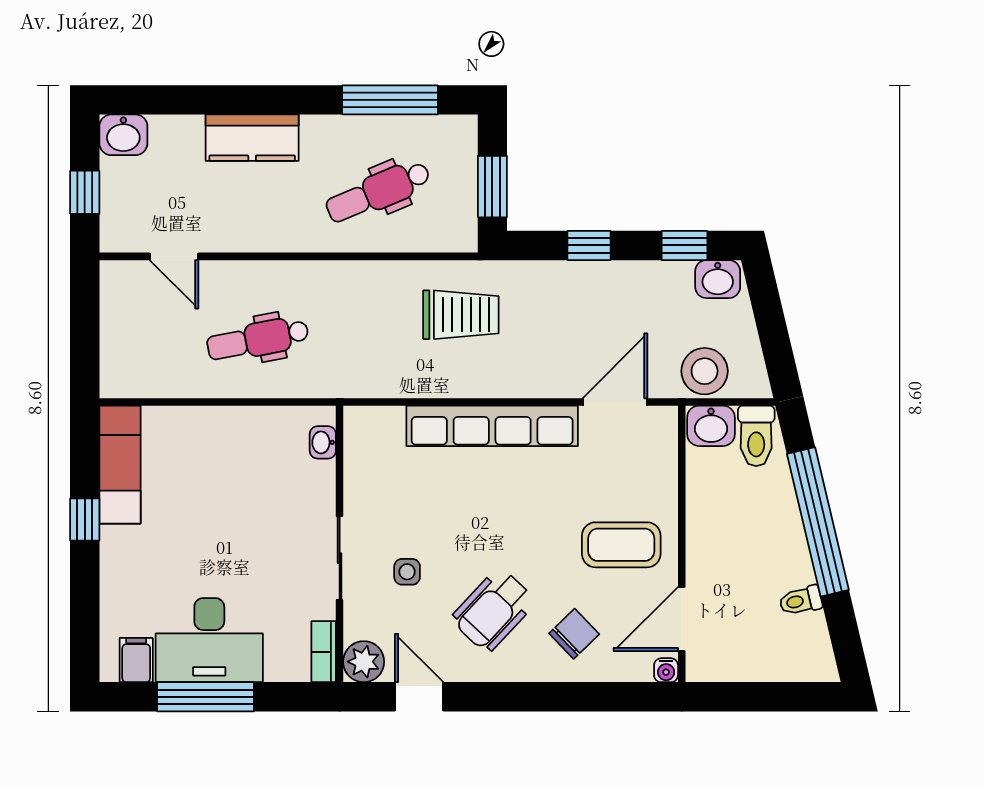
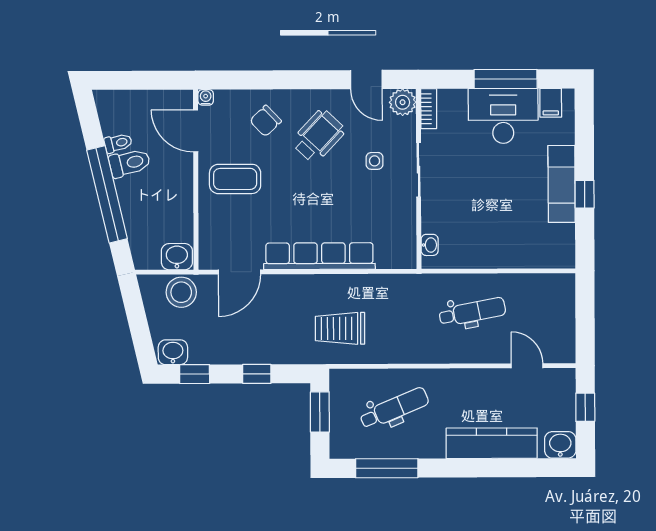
kitchen counter: (252, 138) -> (492, 443), width x1.50
toilet: (756, 436) -> (130, 163), moved, turned 77
exam couch: (120, 465) -> (562, 184), moved
door: (682, 619) -> (196, 131), swing flipped

